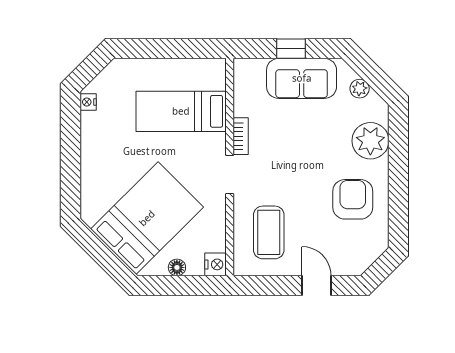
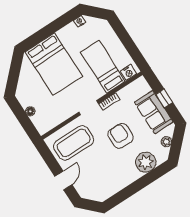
armchair: (353, 199) -> (120, 136), moved, turned -90
bed: (147, 218) -> (54, 64), moved, turned 45
coffee table: (269, 232) -> (74, 143), width x1.36, depth x1.32
nightstand: (215, 264) -> (129, 73), moved

